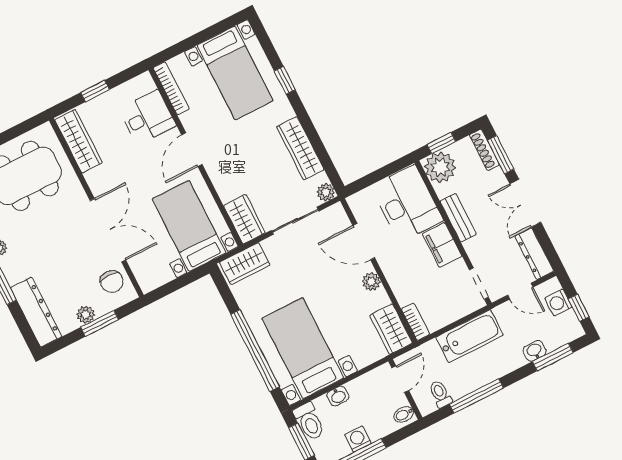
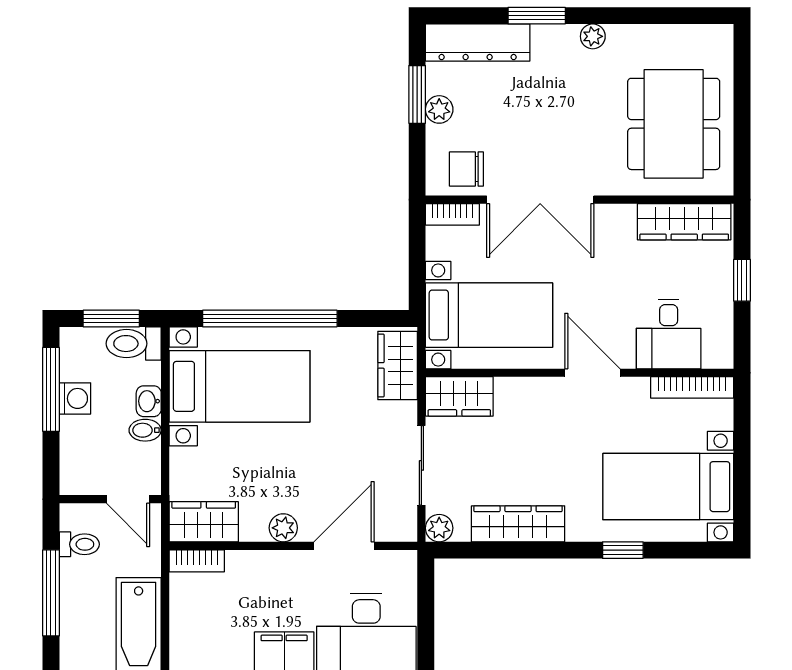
bookcase: (142, 276) -> (452, 214), added
window: (100, 323) -> (417, 94), moved
bidet: (404, 414) -> (145, 430), moved, turned -90

